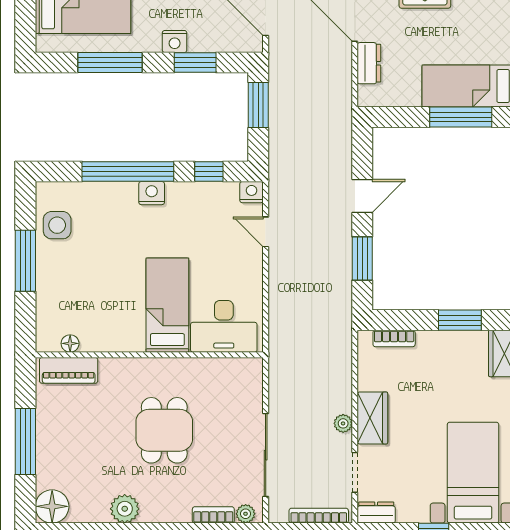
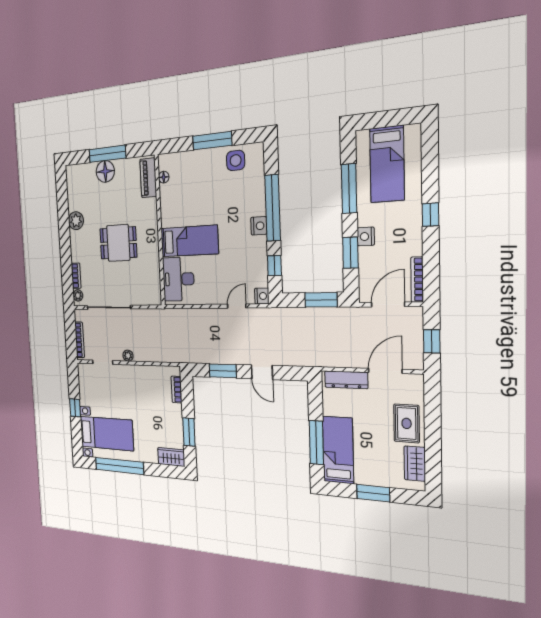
dresser: (369, 63) -> (346, 380), width x1.44
wardrobe: (372, 418) -> (132, 374), removed
floor lamp: (52, 506) -> (105, 171), moved
dresser: (376, 513) -> (83, 374), removed

